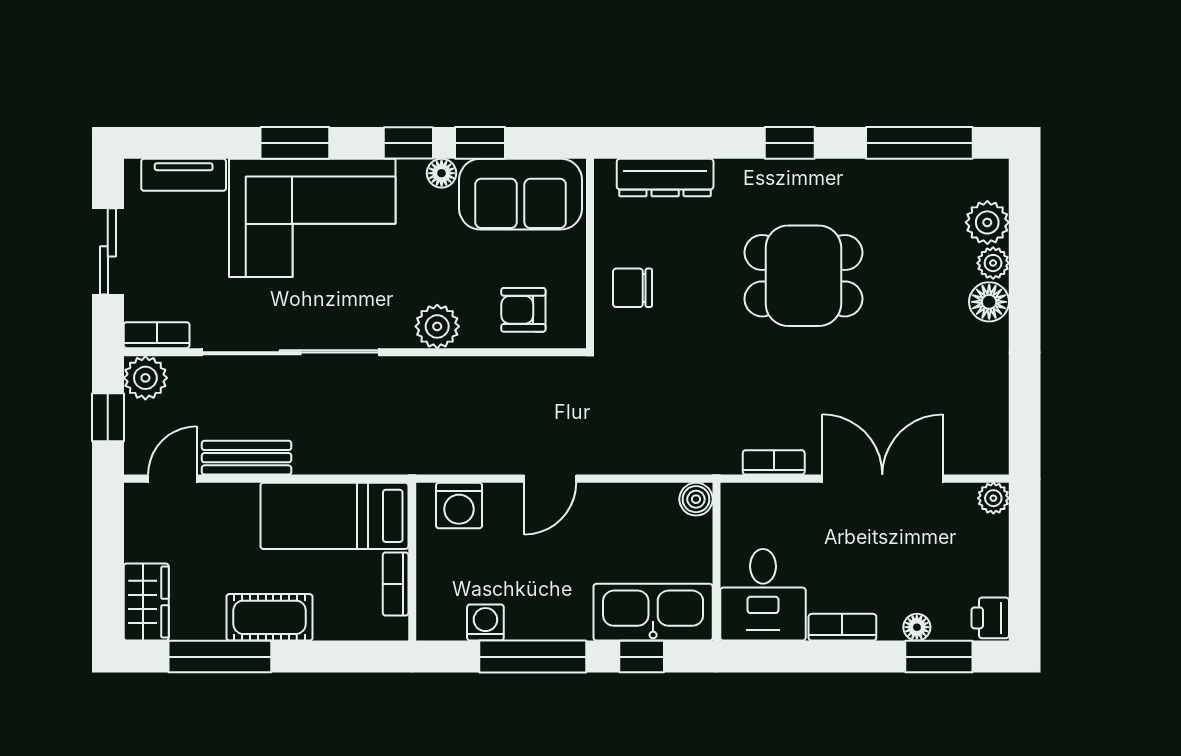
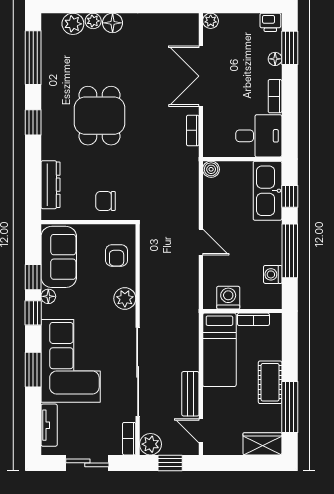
chair: (633, 288) -> (106, 201), turned 90
washing machine: (459, 506) -> (228, 298), moved, turned -90

